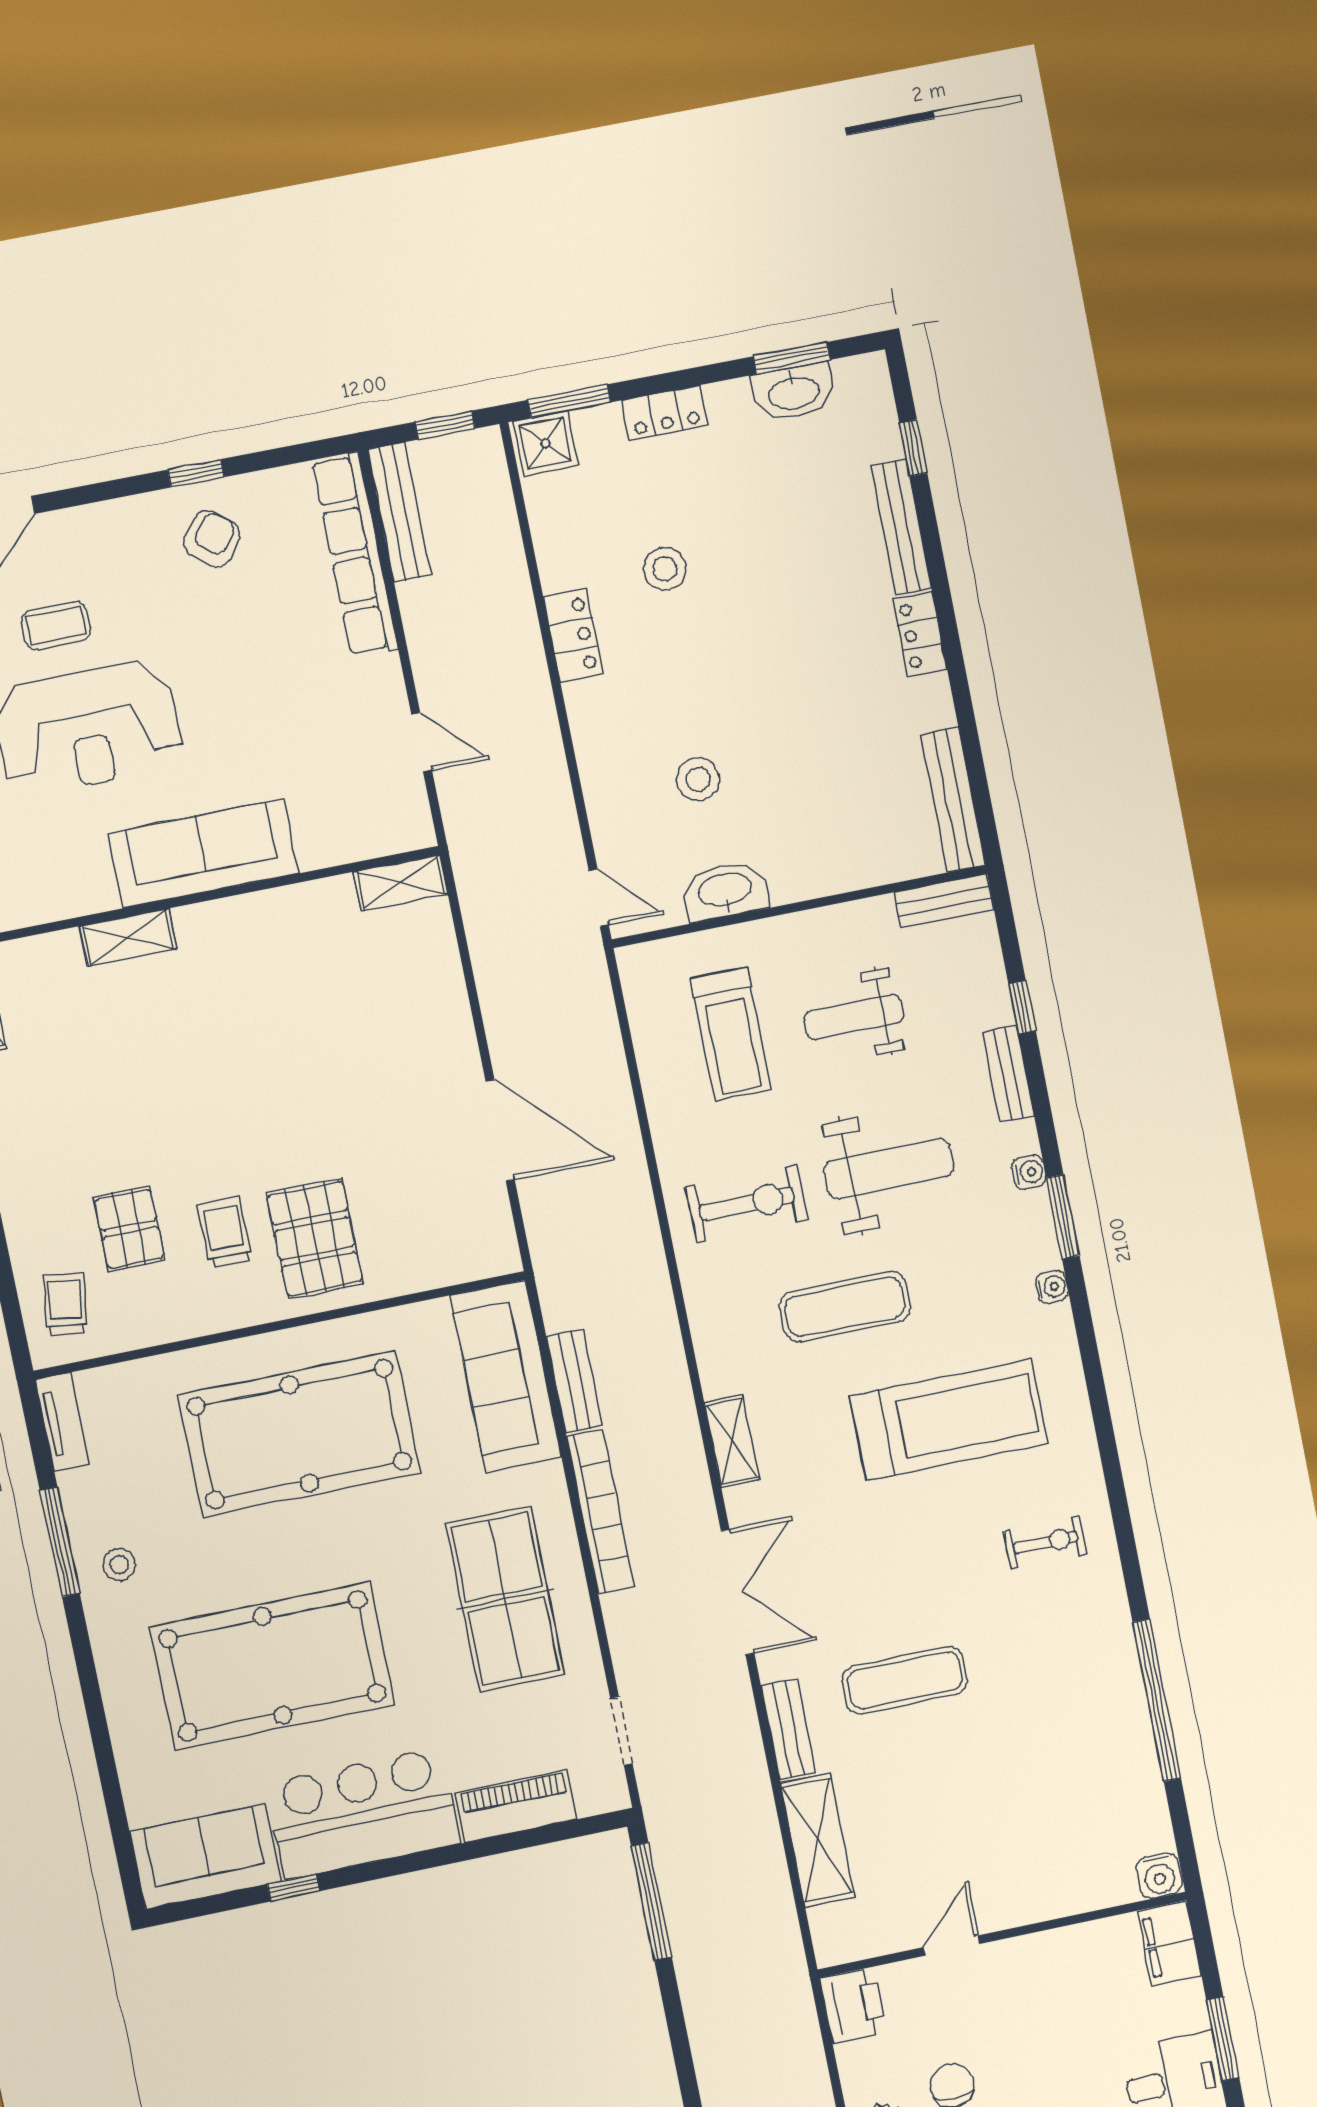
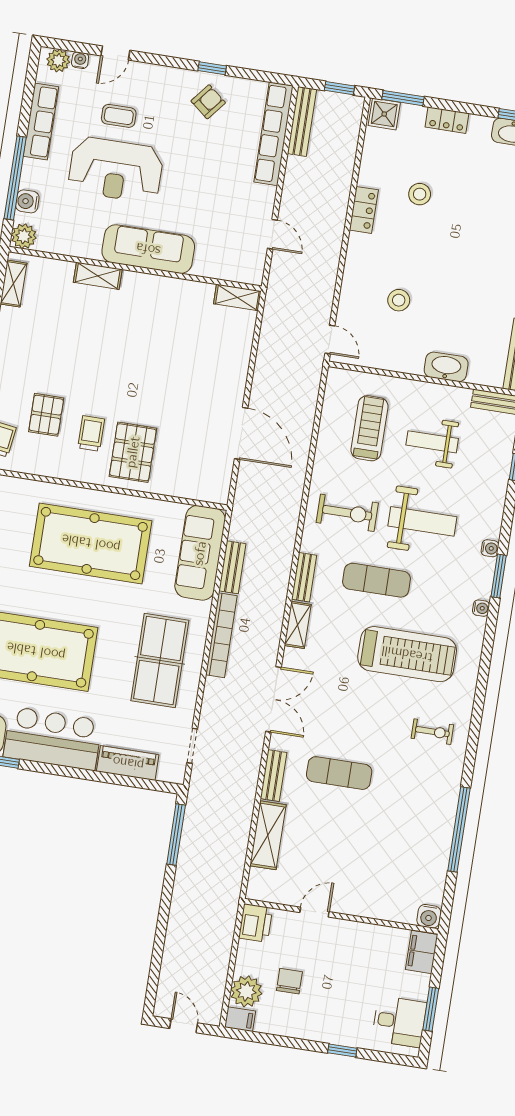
washbasin: (725, 891) -> (446, 367), moved
treadmill: (731, 1034) -> (370, 428), turned 180
bench: (1008, 1074) -> (304, 577), moved

